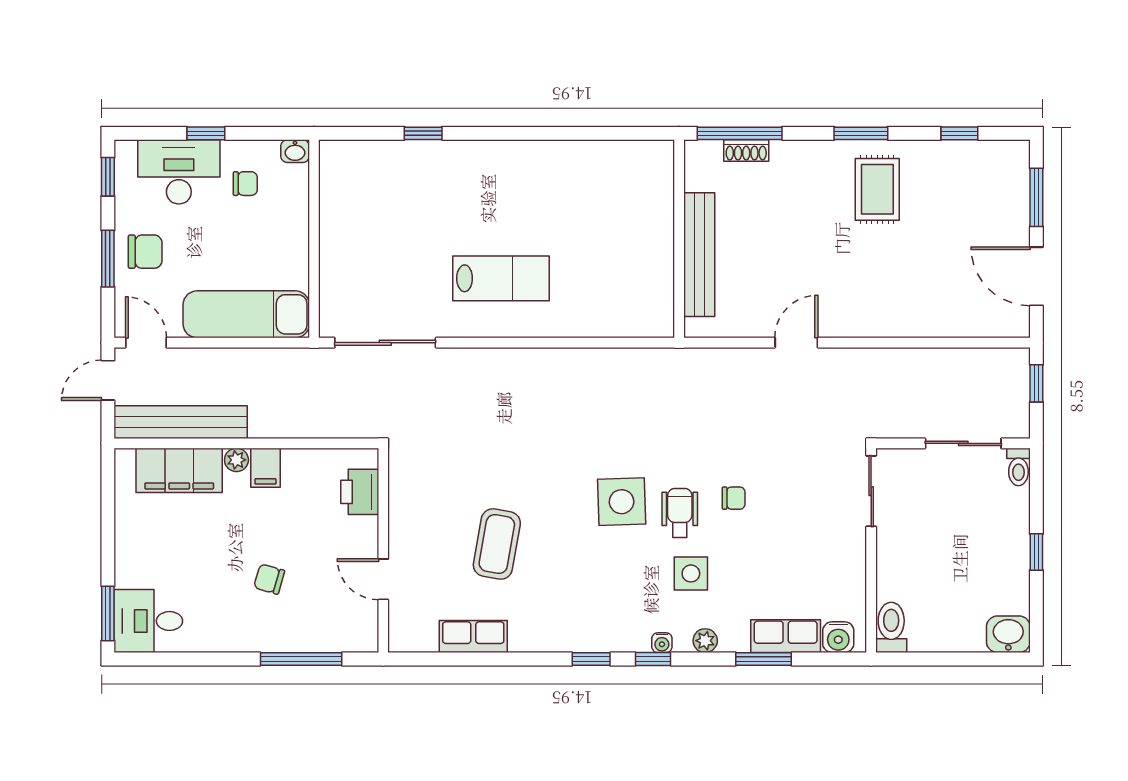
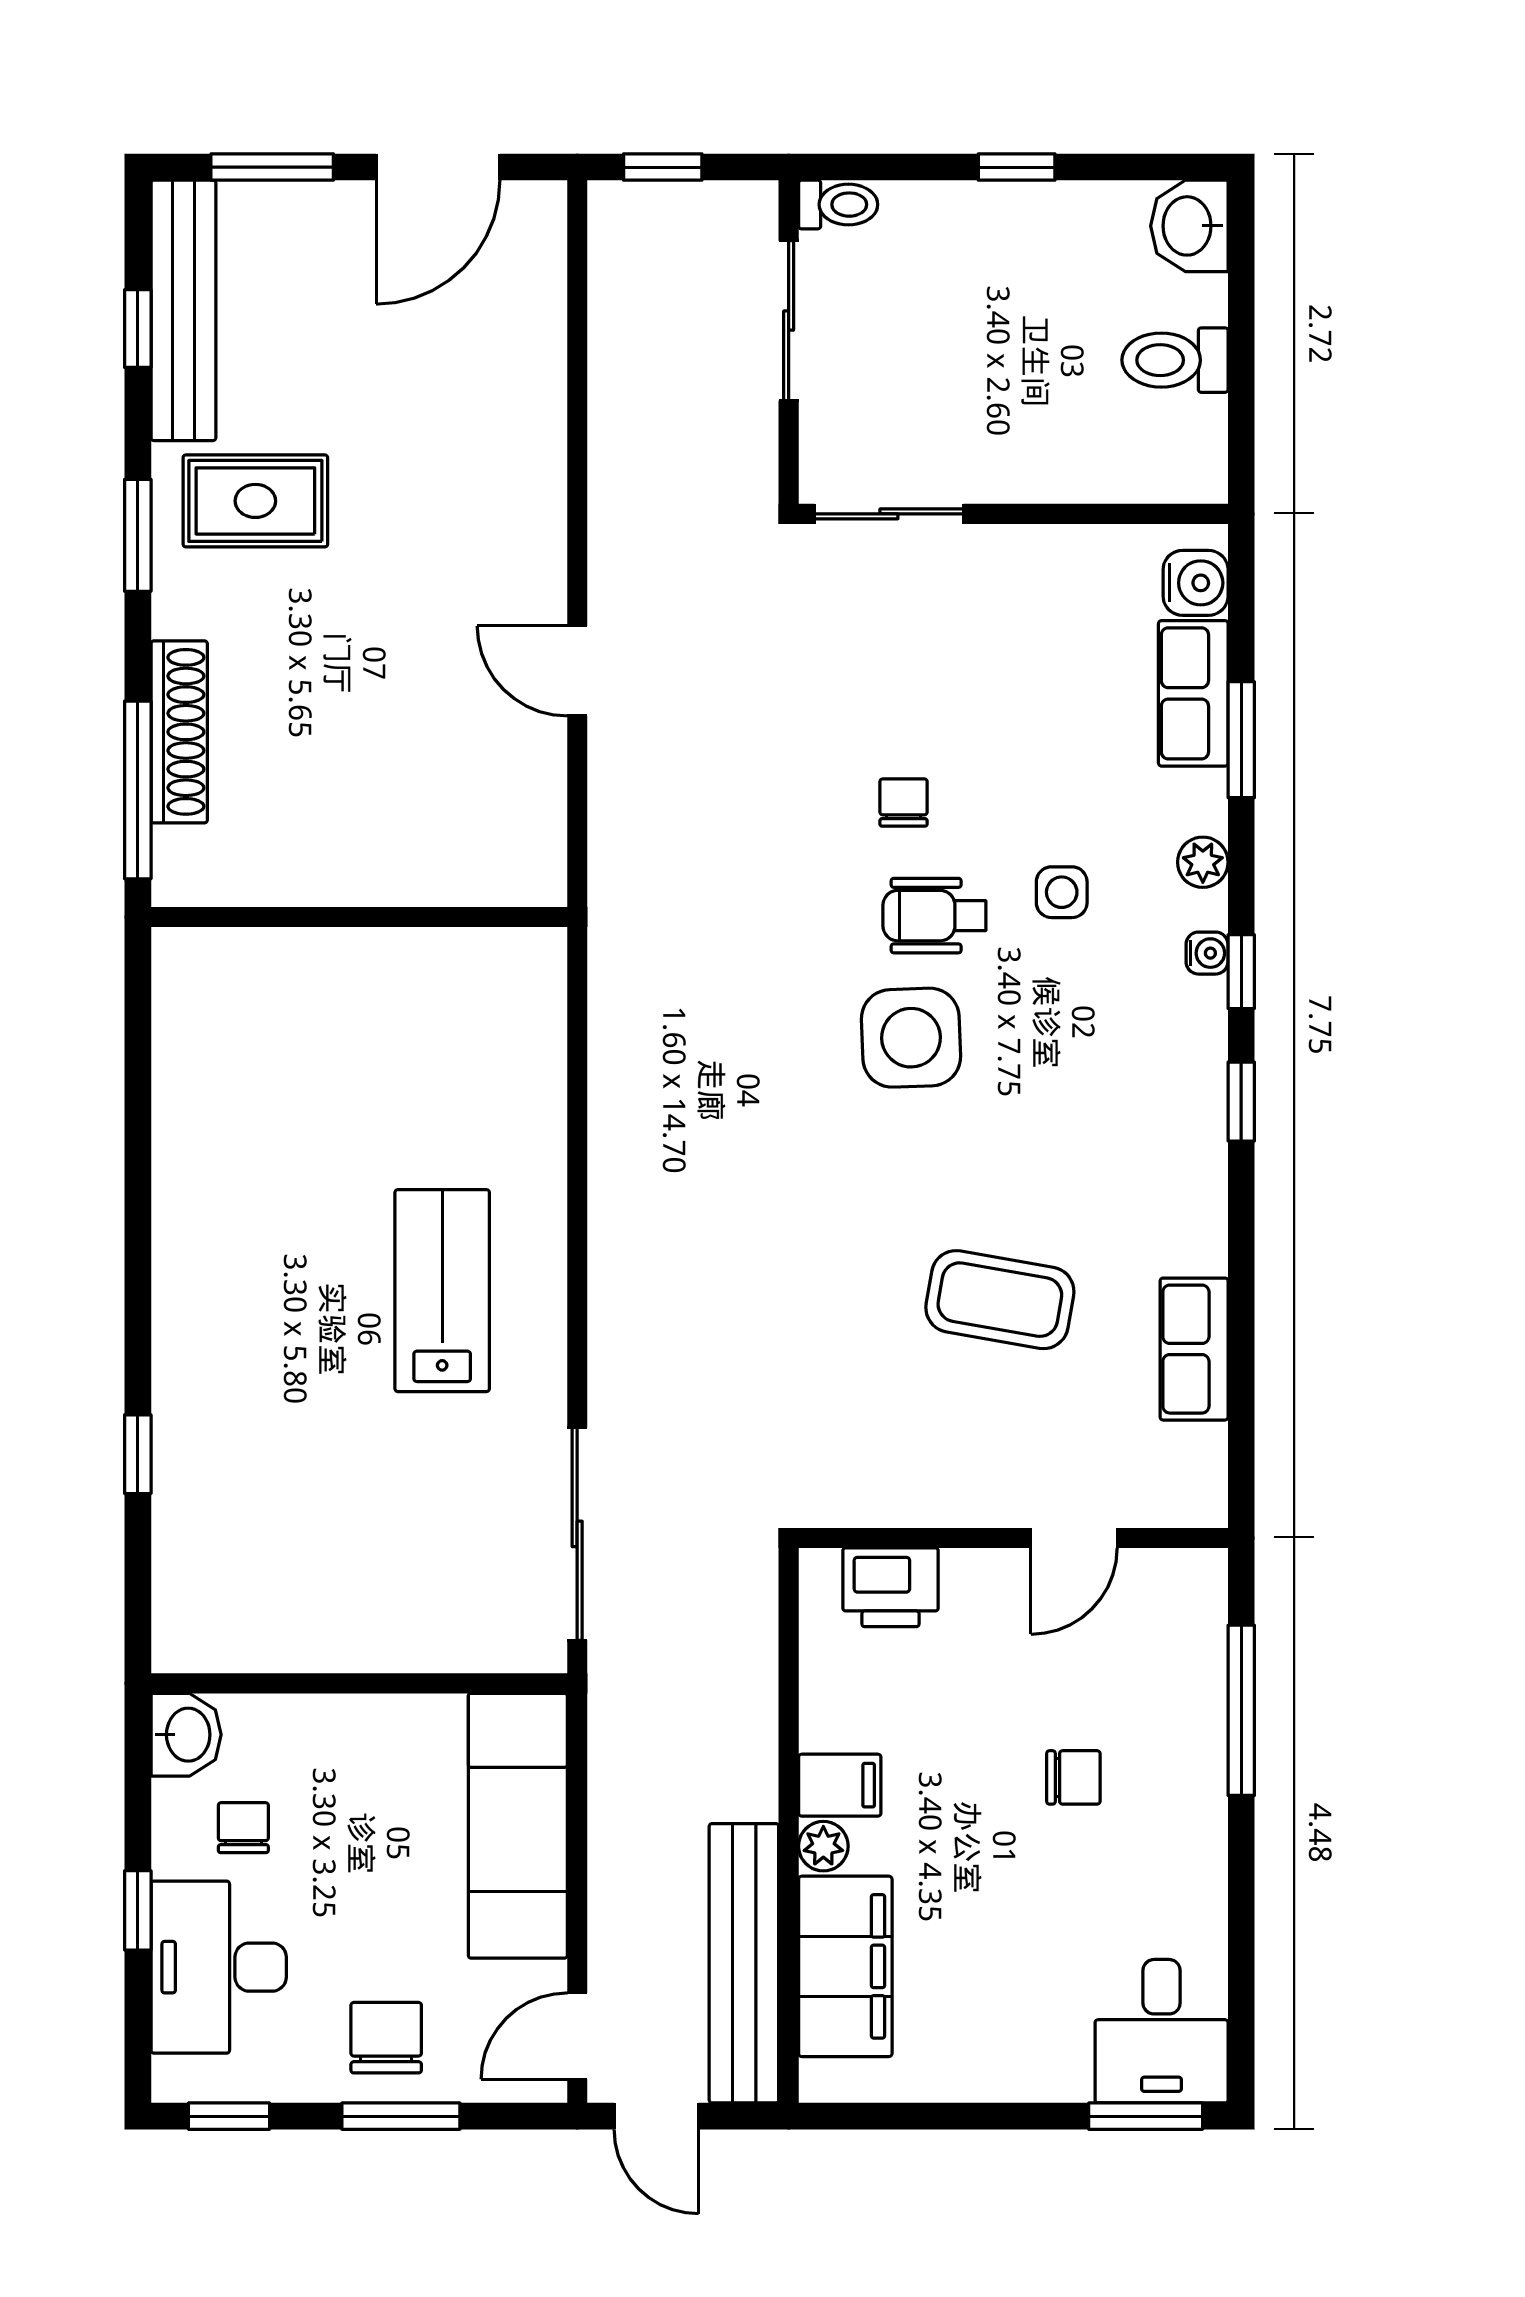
shoe rack: (746, 150) -> (179, 732), width x1.94, depth x1.24
washbasin: (295, 151) -> (186, 1735), width x1.38, depth x1.45
bench: (699, 255) -> (183, 310), moved, turned 90
side table: (691, 573) -> (1062, 892), width x0.73, depth x0.73
chair: (269, 579) -> (1073, 1777), turned -106
toilet: (891, 627) -> (1175, 360), moved

